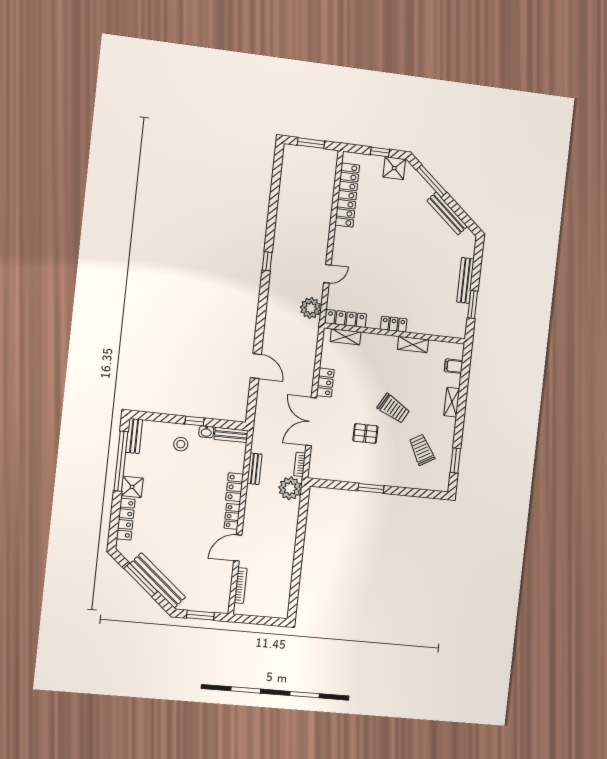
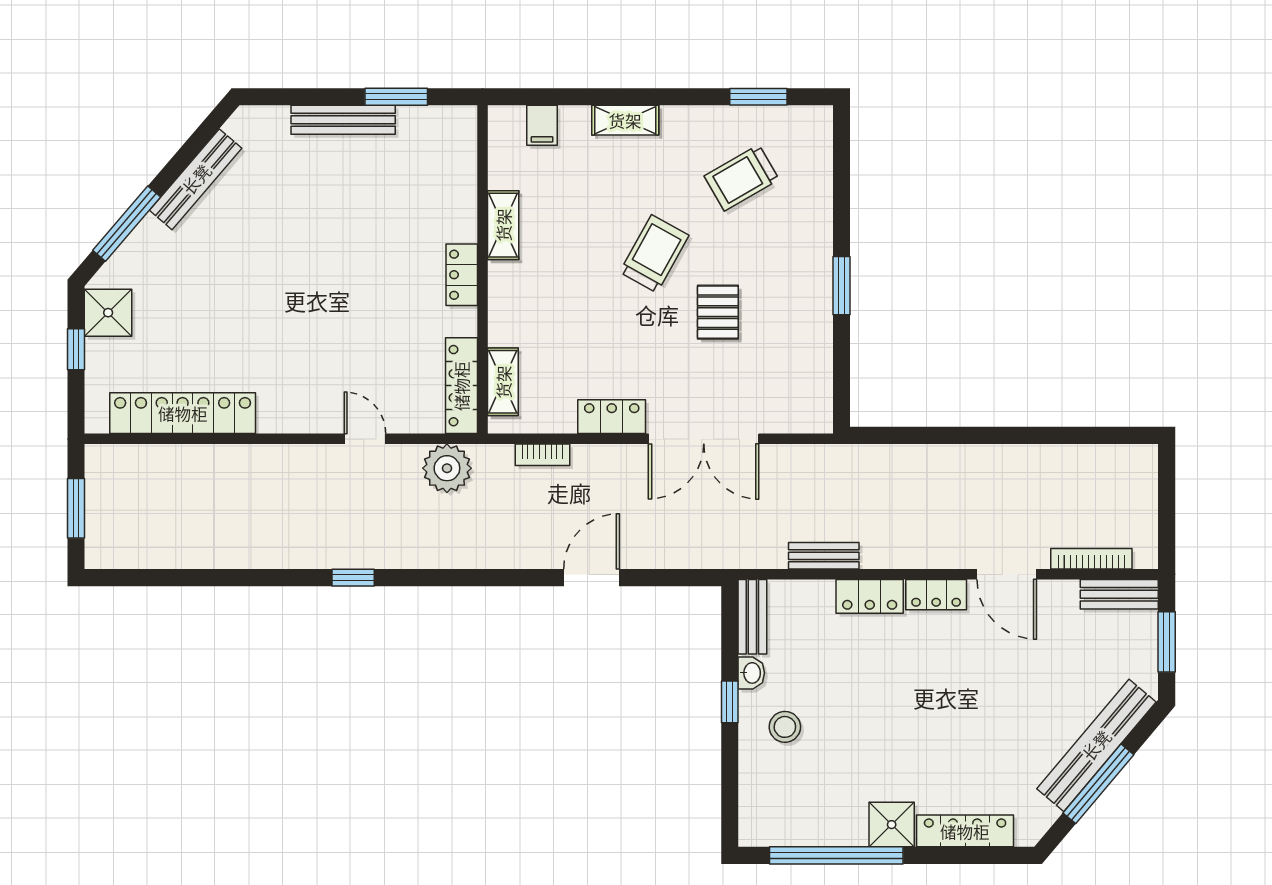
bench: (134, 436) -> (1119, 594), moved
bookcase: (300, 464) -> (542, 455), moved
plant: (290, 488) -> (860, 471), removed

